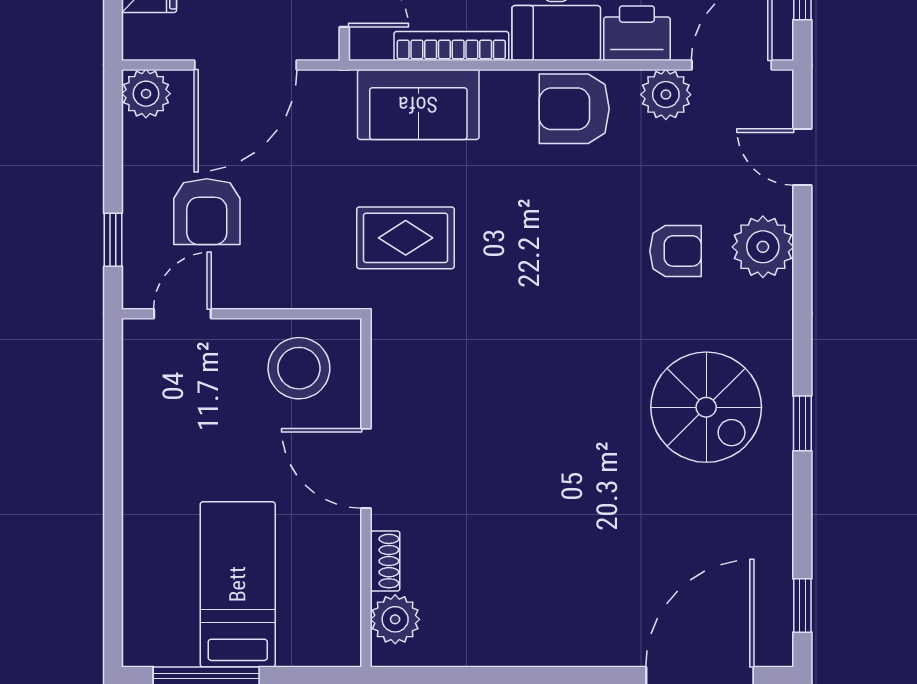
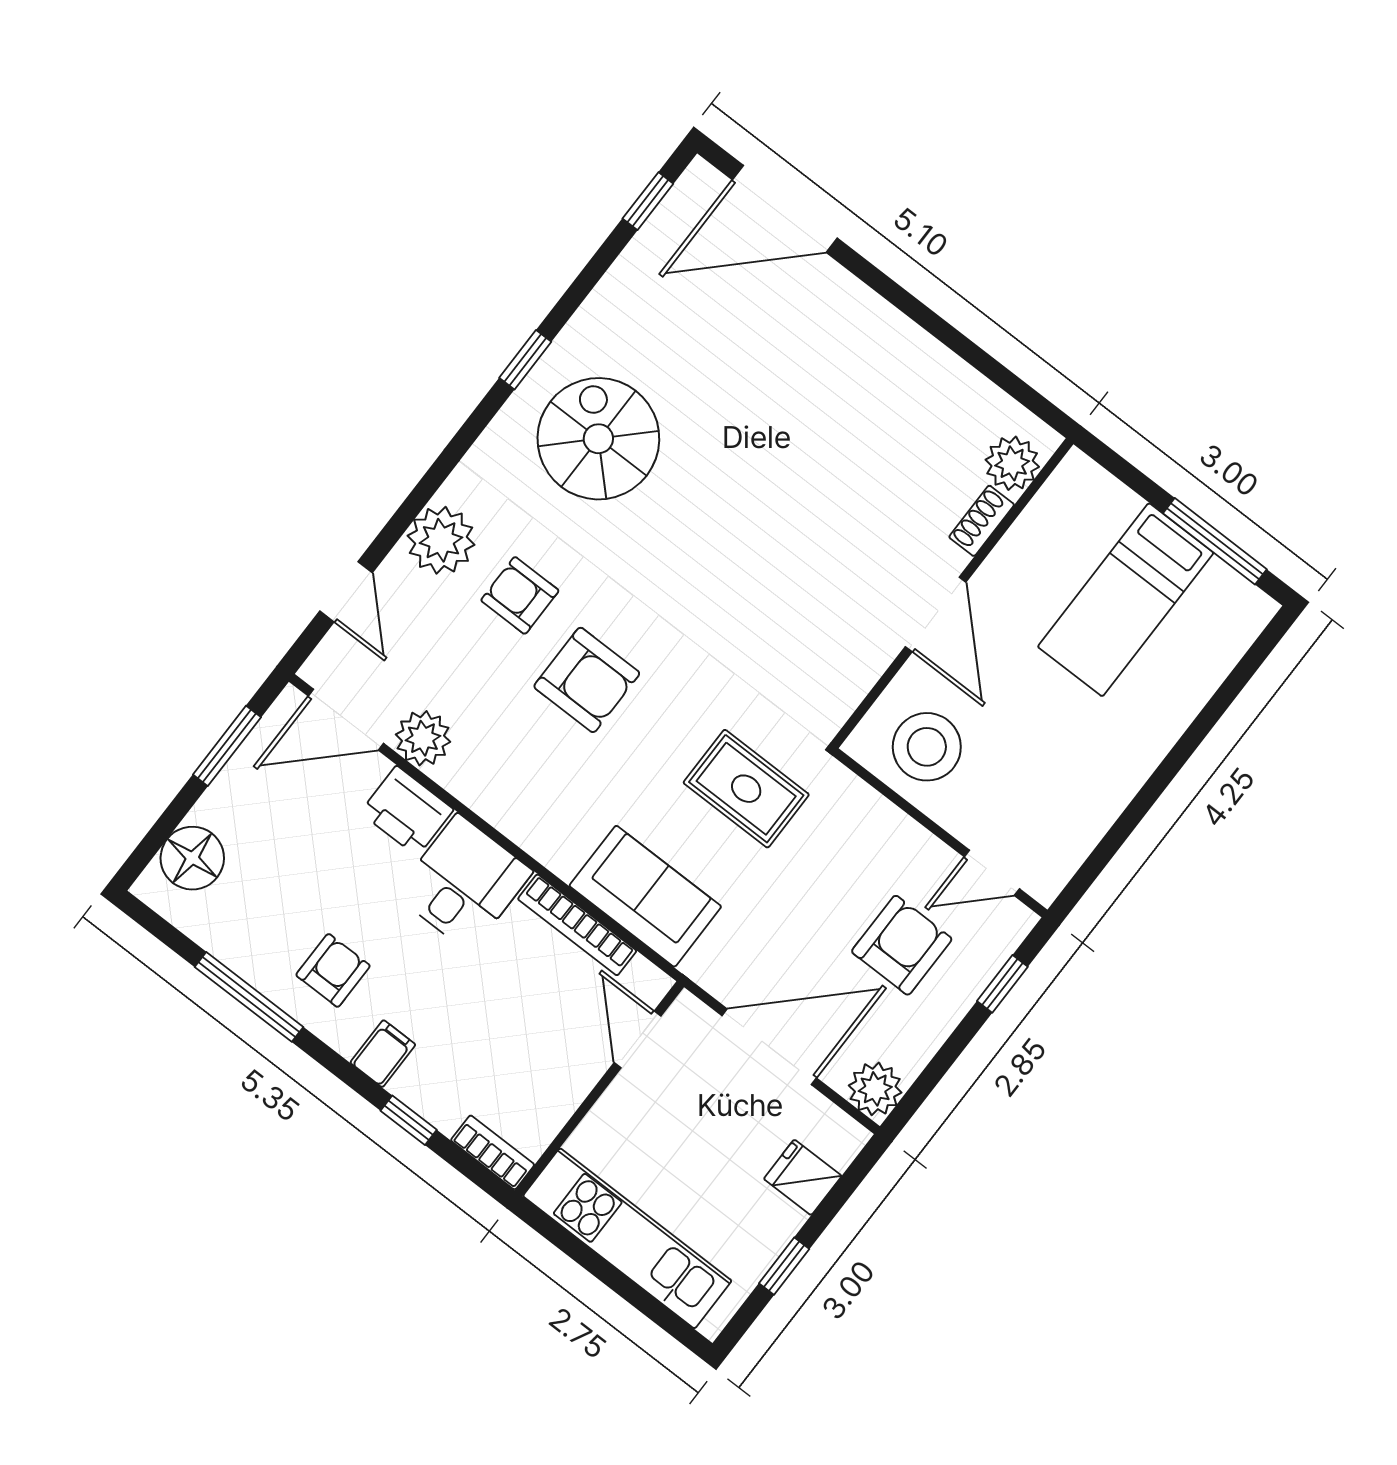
armchair: (574, 109) -> (587, 680), moved

